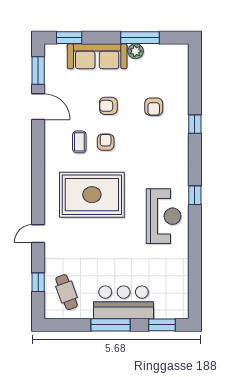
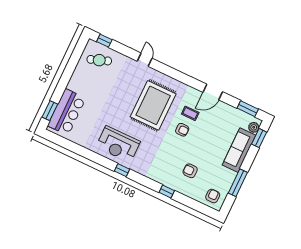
plant: (136, 51) -> (254, 127), moved
armchair: (108, 106) -> (213, 196), moved
door: (38, 107) -> (213, 92), moved
window: (38, 282) -> (104, 41), moved
bar counter: (124, 302) -> (67, 112), moved
window: (111, 325) -> (65, 78), removed

